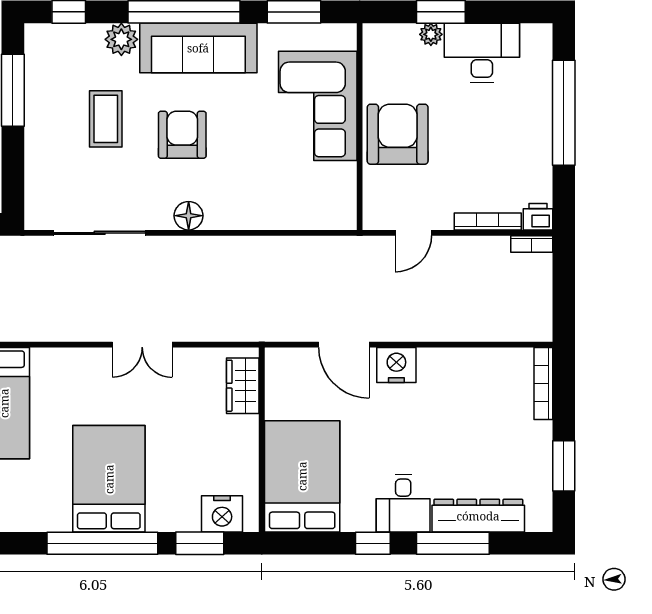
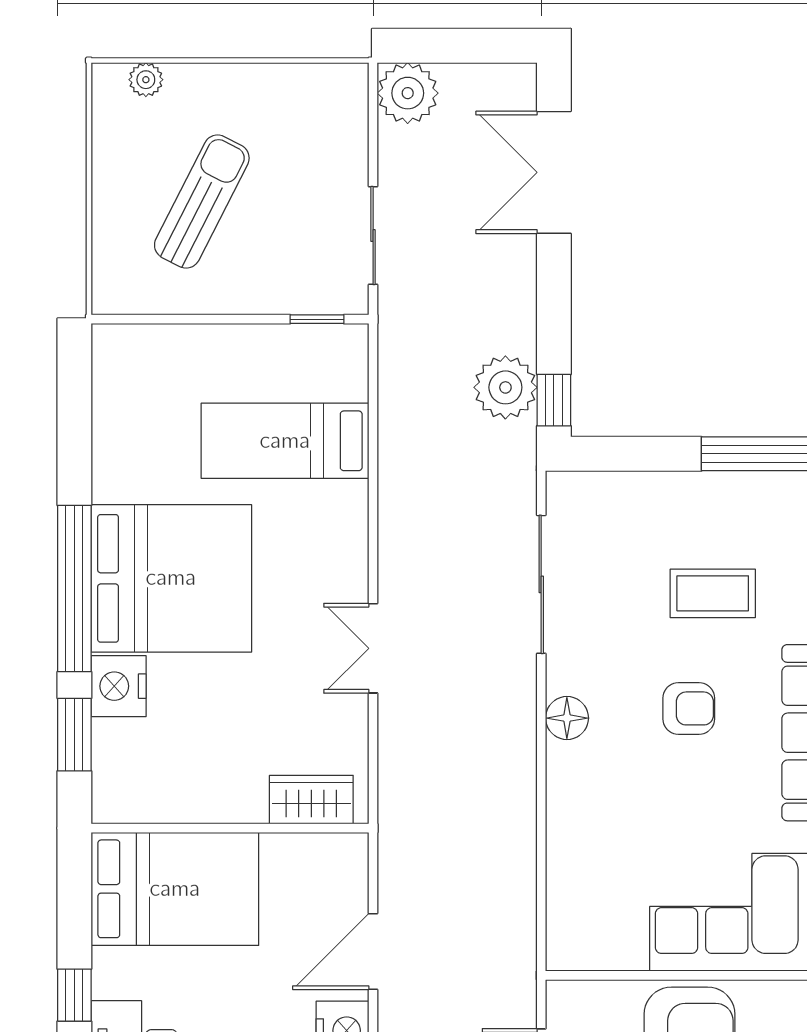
armchair: (182, 135) -> (689, 708), width x0.72, depth x0.72
bed: (109, 479) -> (171, 578), width x1.36
nightstand: (222, 514) -> (119, 686), moved

